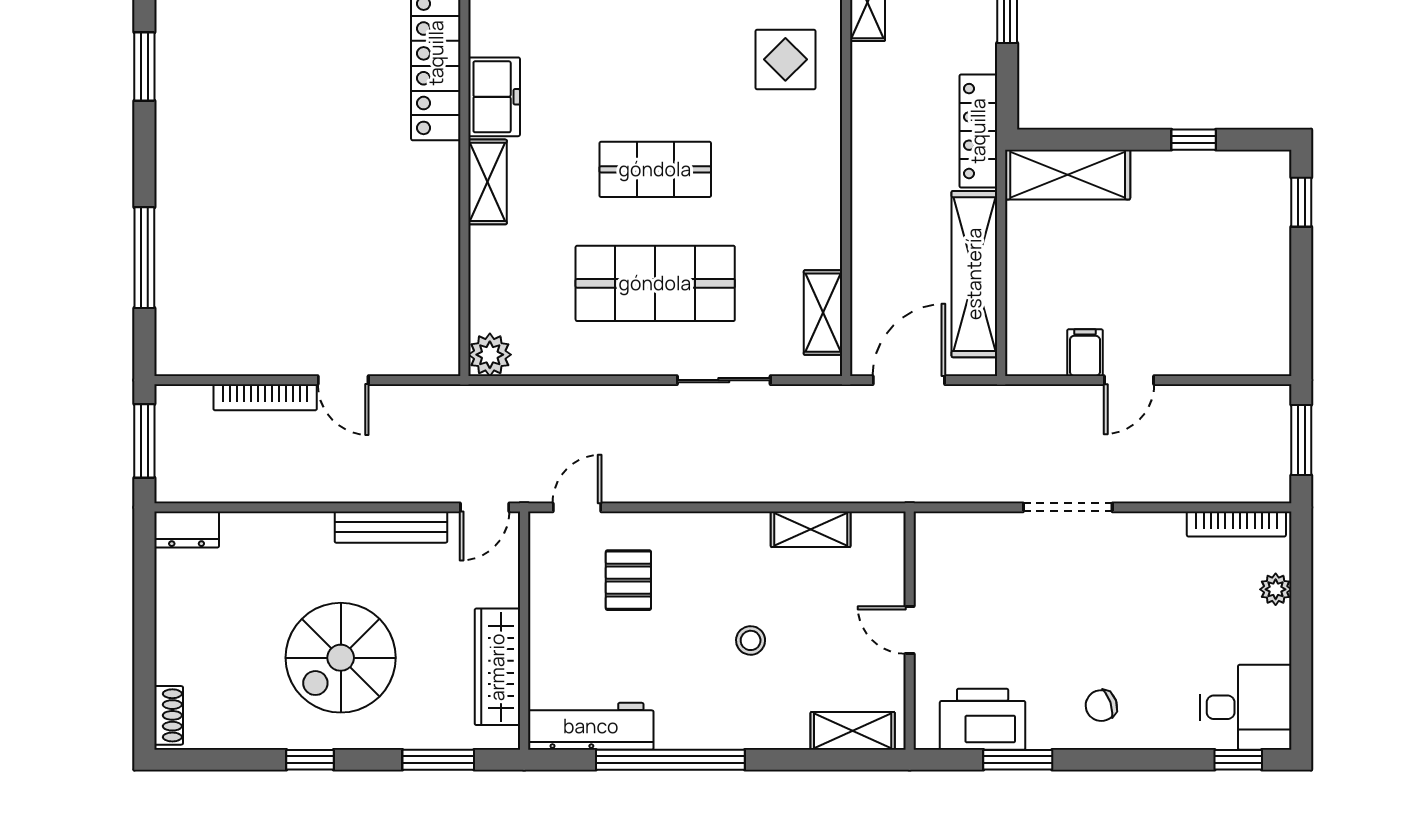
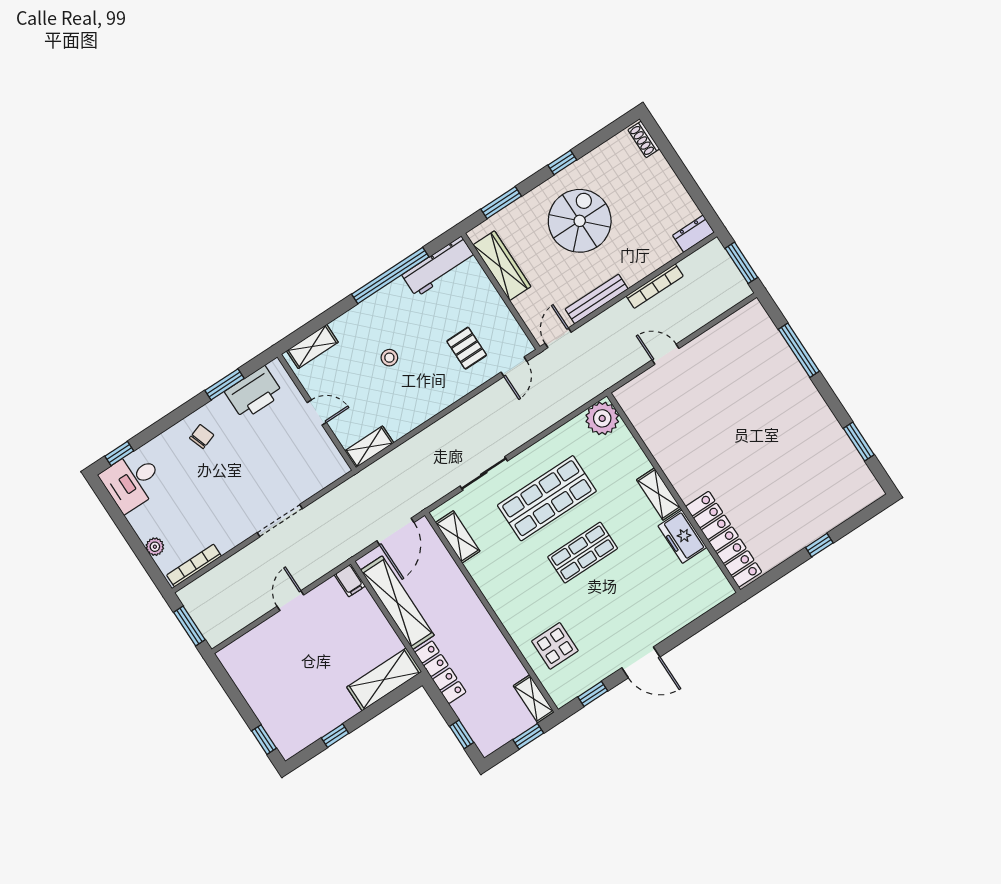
filing cabinet: (1085, 353) -> (350, 580), moved
plant: (490, 355) -> (602, 418), width x1.36, depth x1.36
bookcase: (265, 397) -> (655, 286), moved, turned 180
shelving: (811, 529) -> (369, 447), moved

